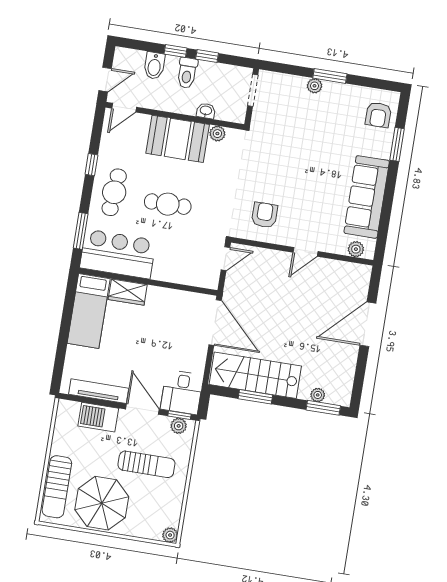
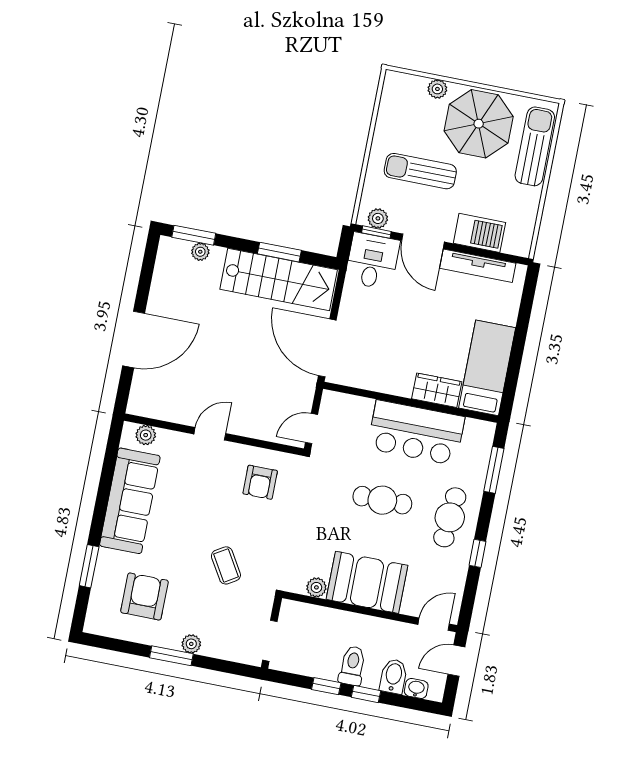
washbasin: (206, 111) -> (416, 688), moved, turned 180
armchair: (378, 115) -> (144, 596), moved, width x1.38, depth x1.38
coffee table: (289, 149) -> (226, 565), added
bar counter: (118, 254) -> (416, 433), moved
plant: (170, 535) -> (437, 89), moved

